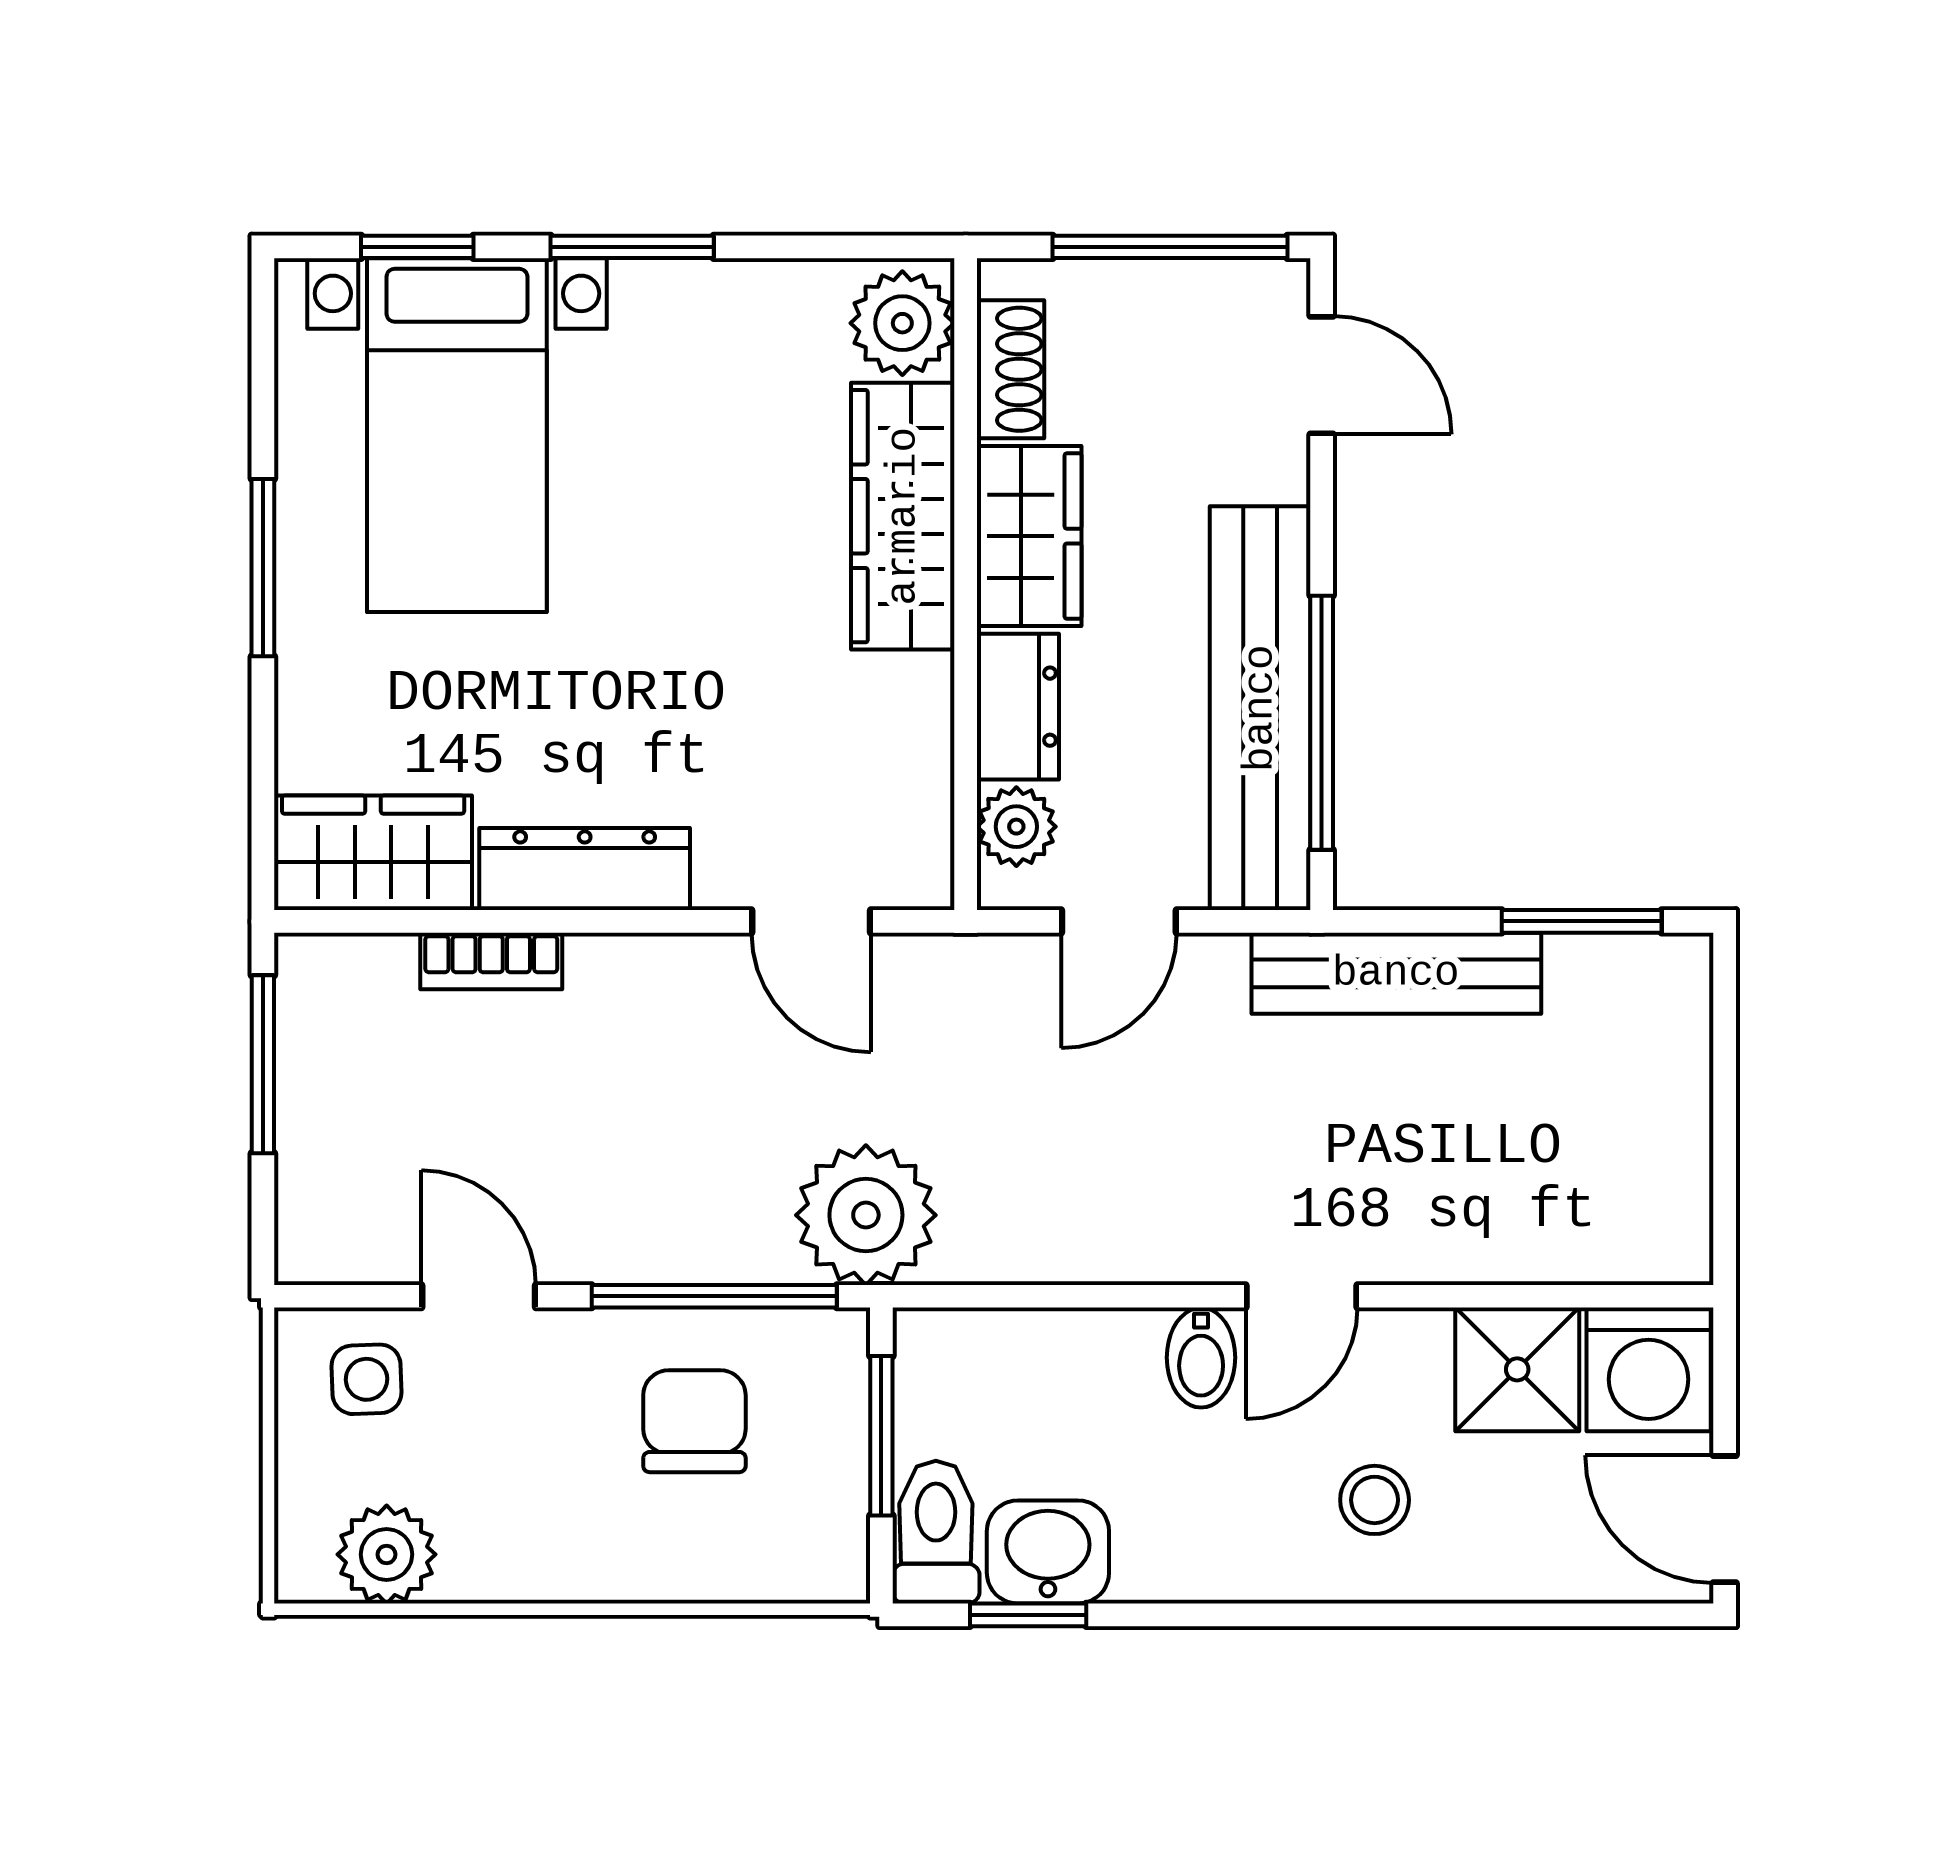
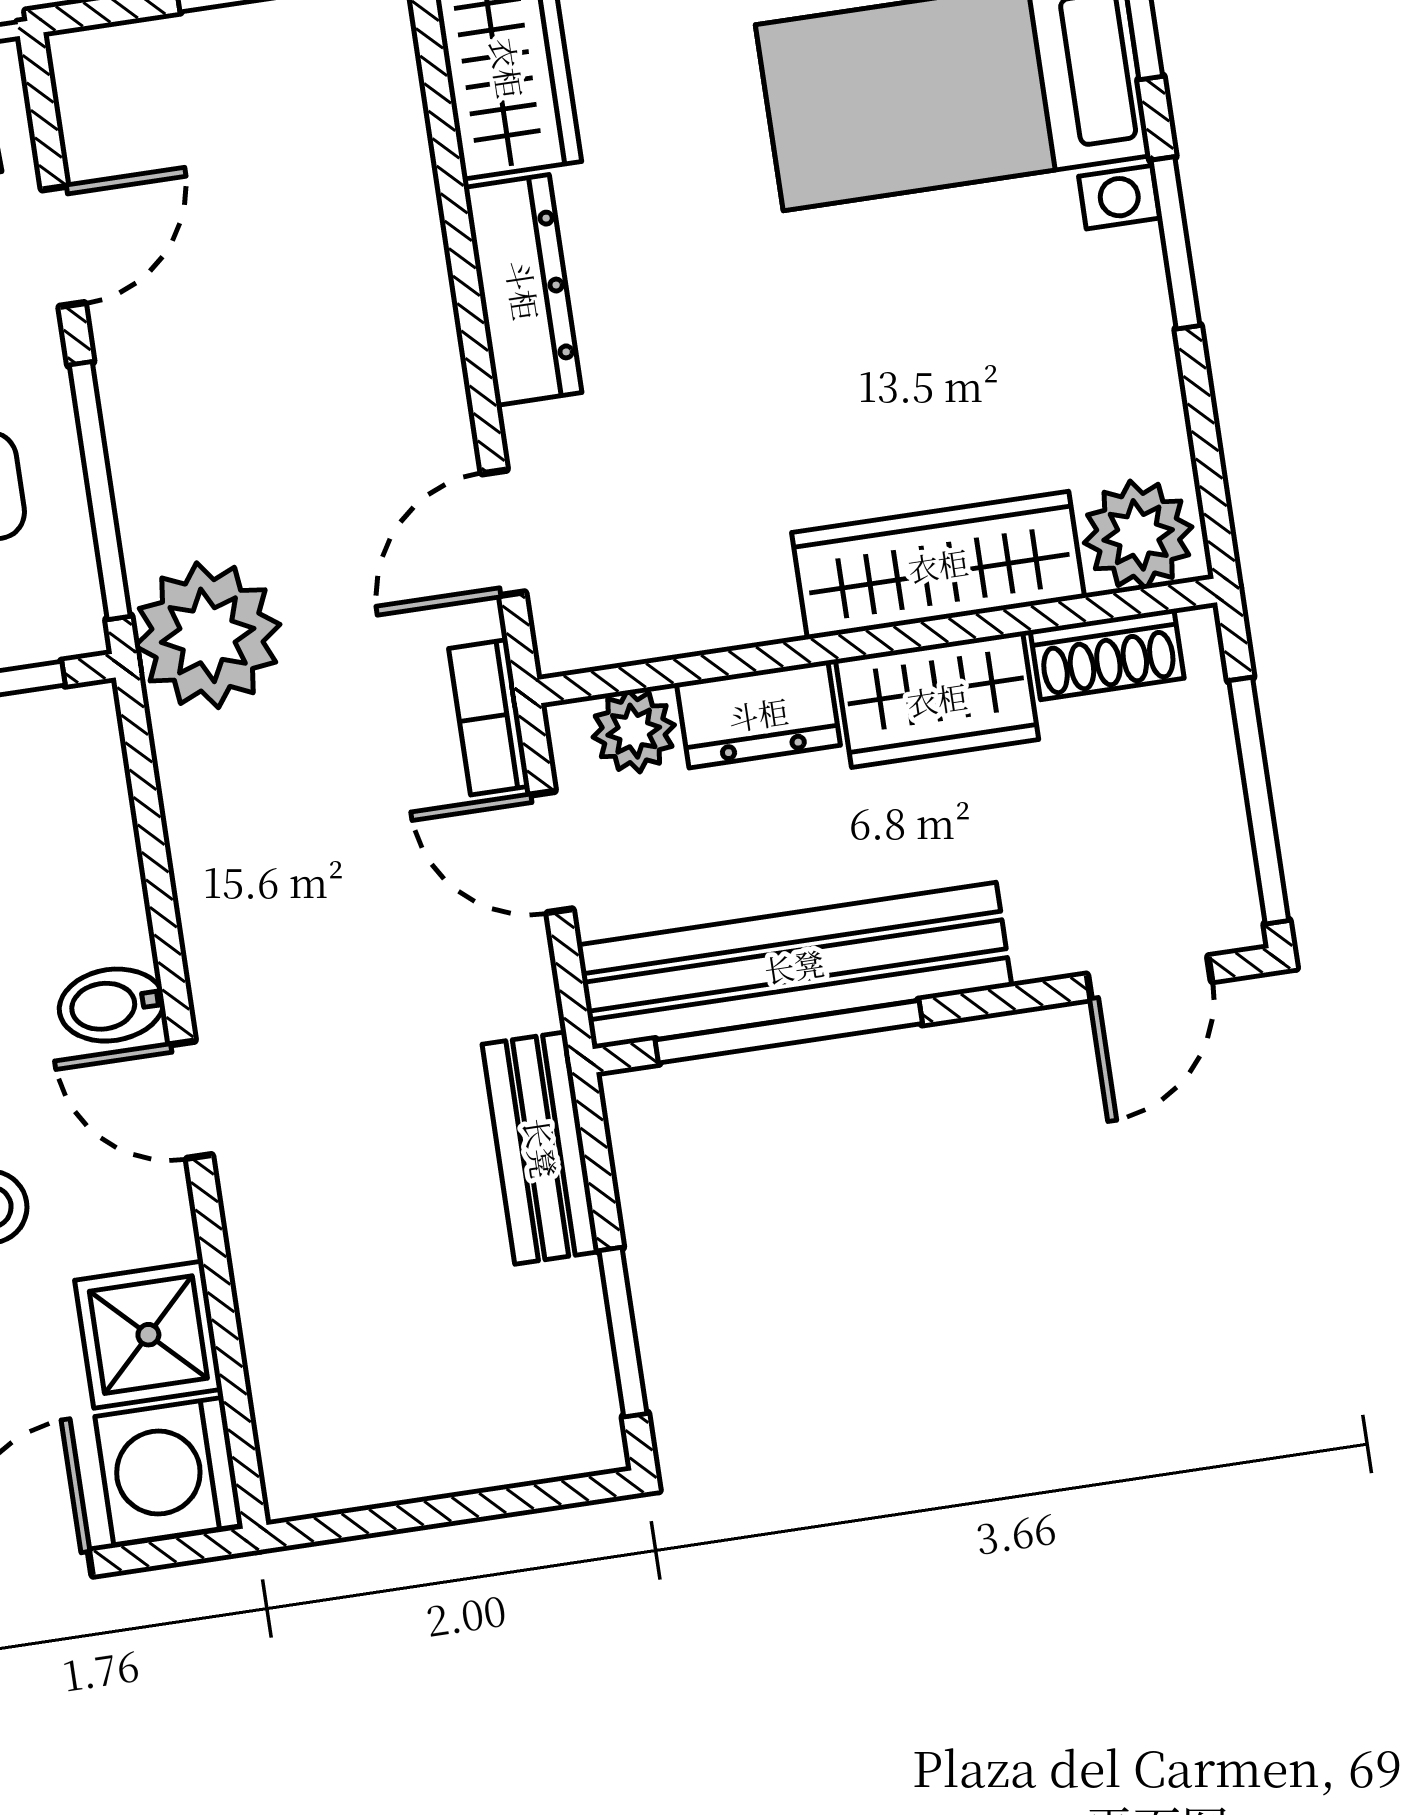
bookcase: (491, 961) -> (489, 717), moved
bench: (1396, 973) -> (541, 1148), width x0.73

